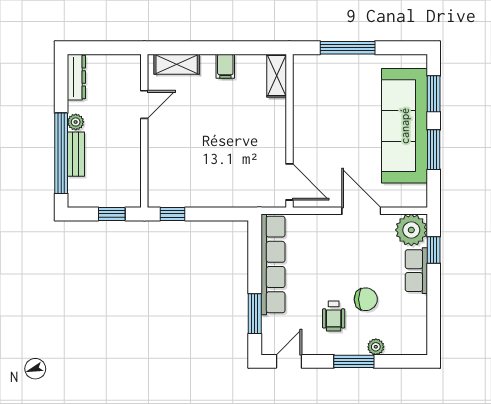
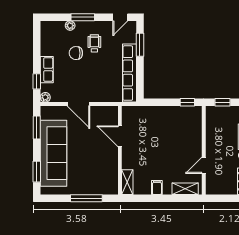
window: (434, 150) -> (37, 127), moved
door: (289, 182) -> (120, 136), moved
plant: (411, 230) -> (45, 97), width x0.53, depth x0.53

